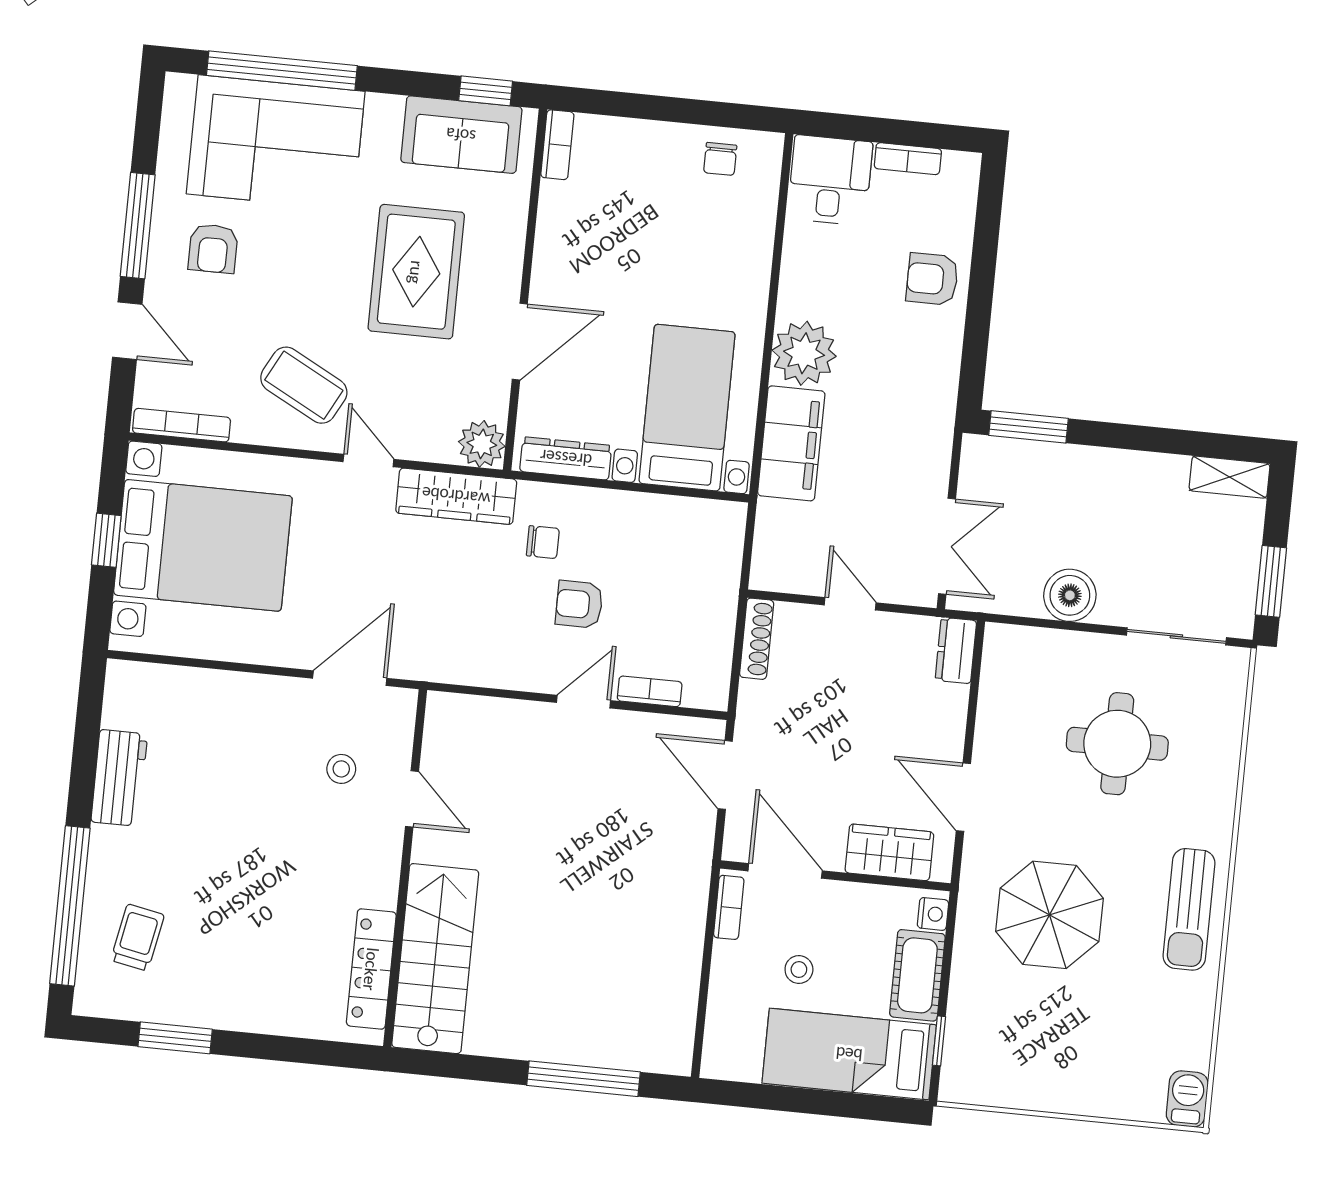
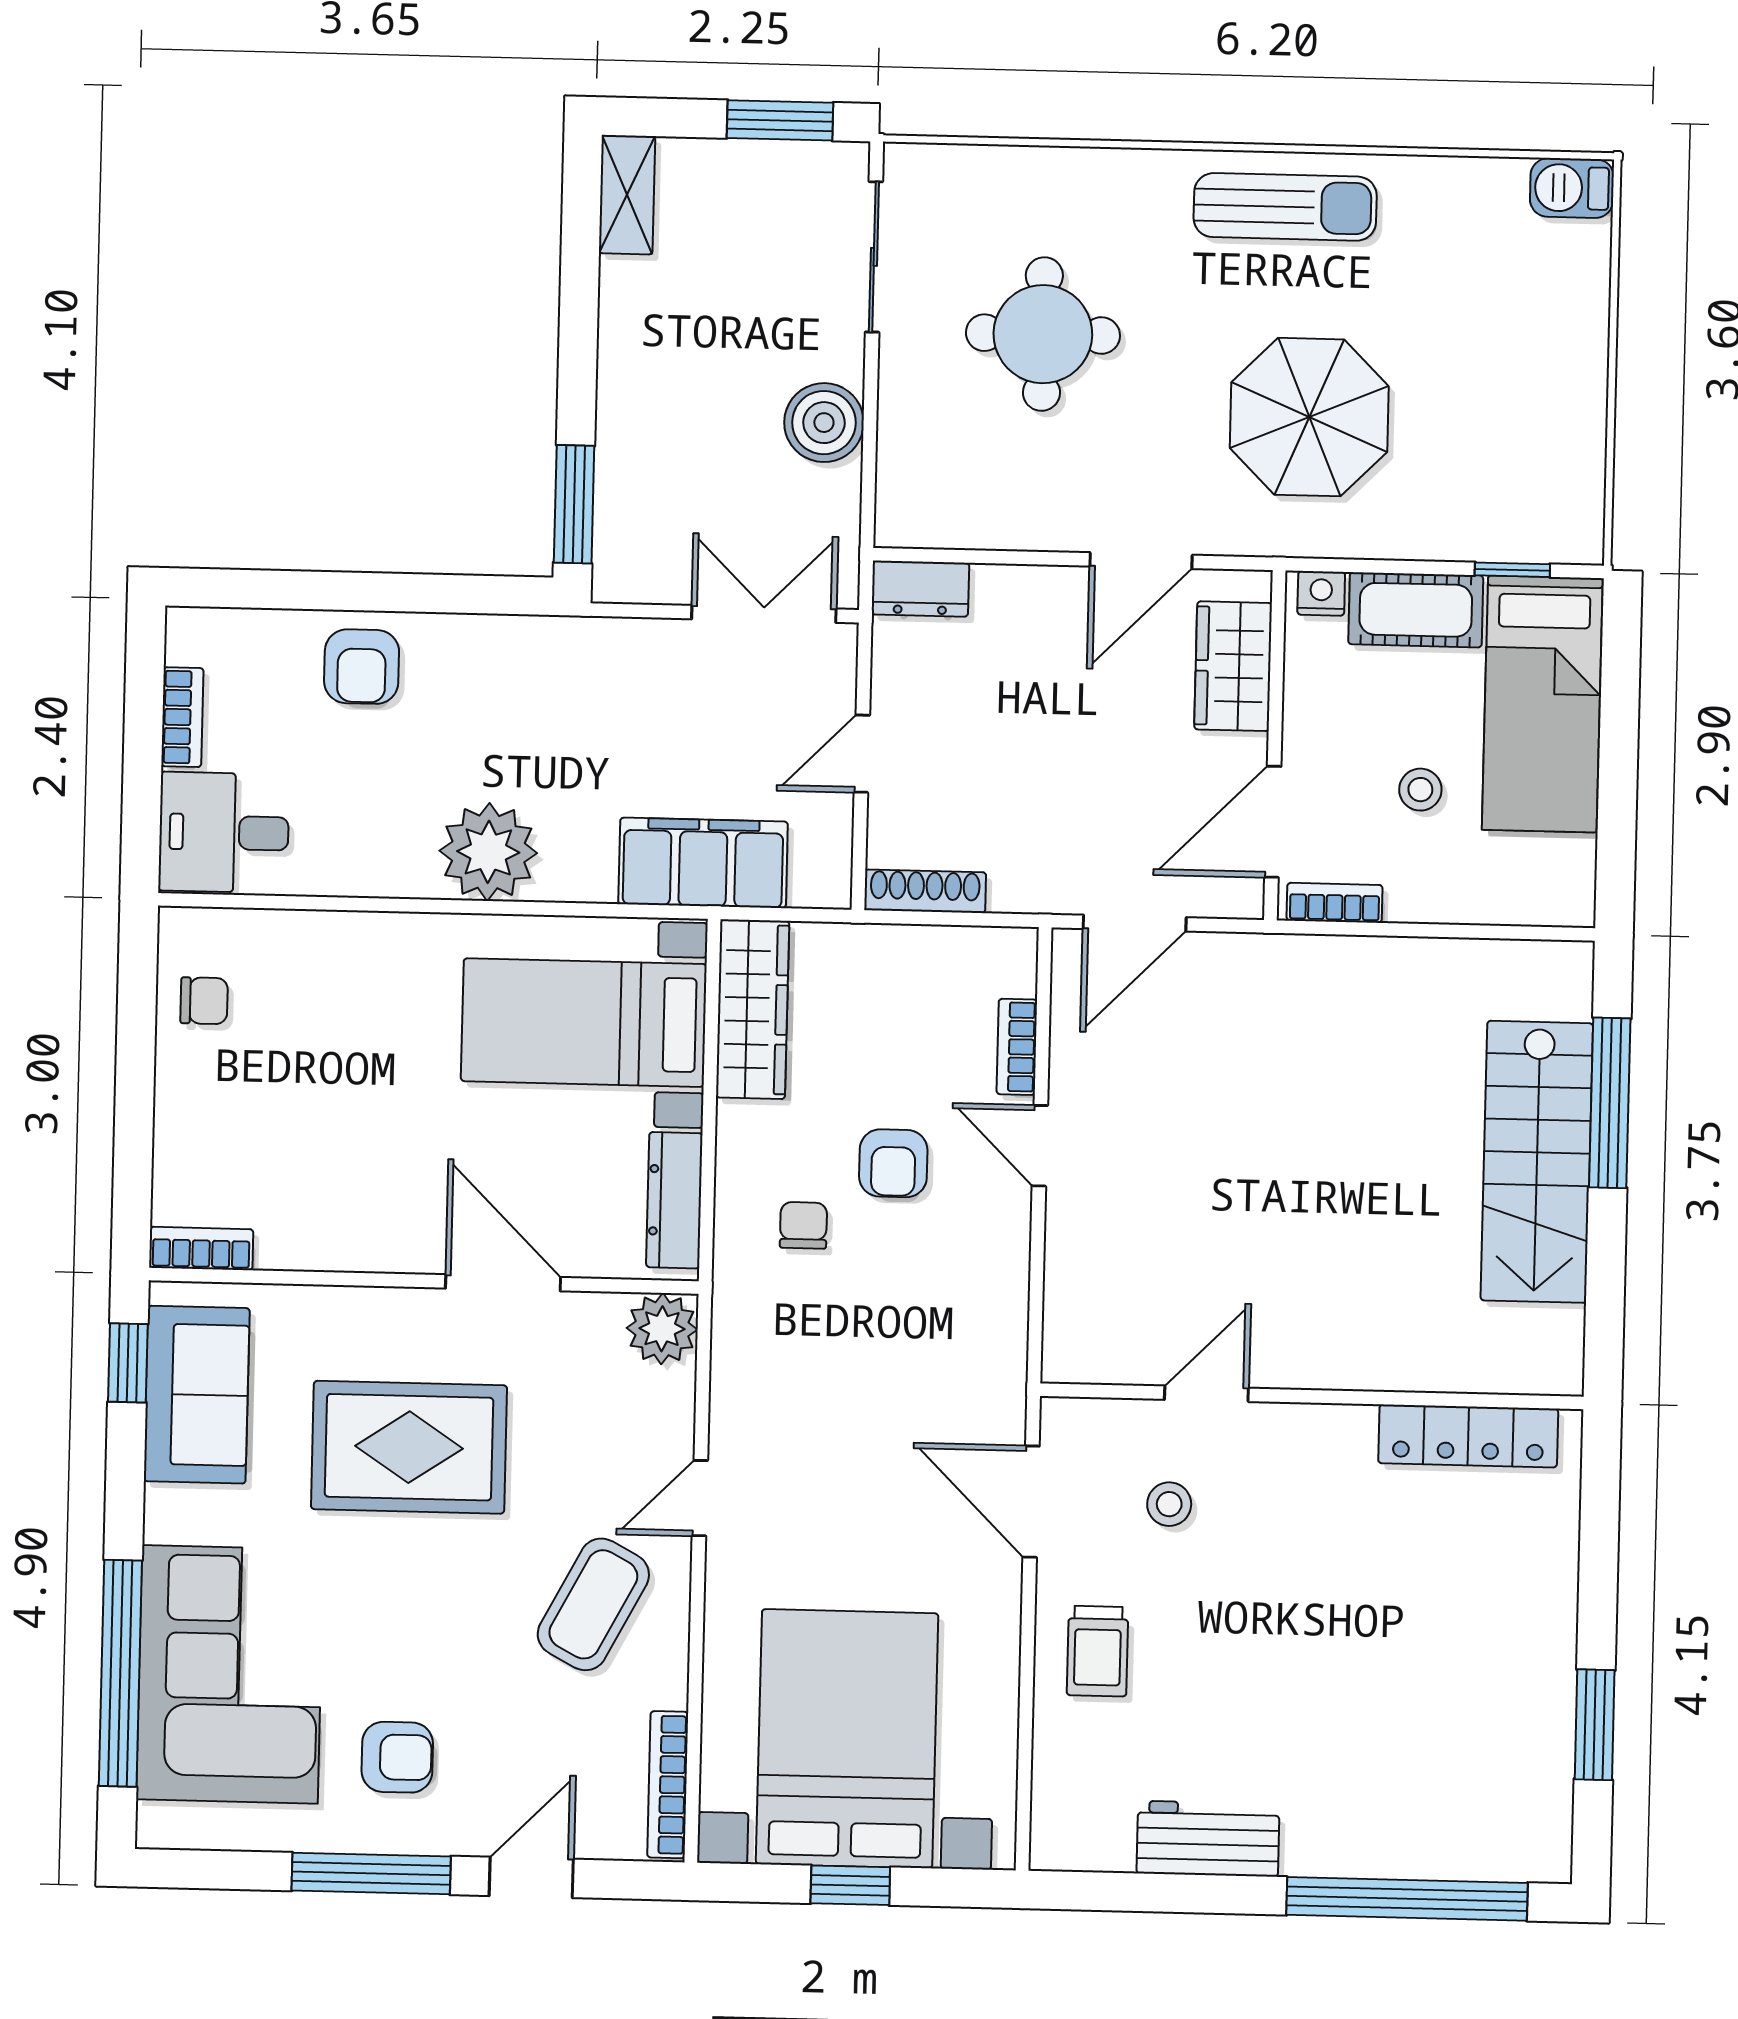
filing cabinet: (791, 443) -> (703, 863), moved
wardrobe: (456, 496) -> (753, 1009), moved
trolley: (138, 937) -> (1098, 1651), moved, turned -101
stairs: (435, 959) -> (1537, 1162), moved, turned -90

